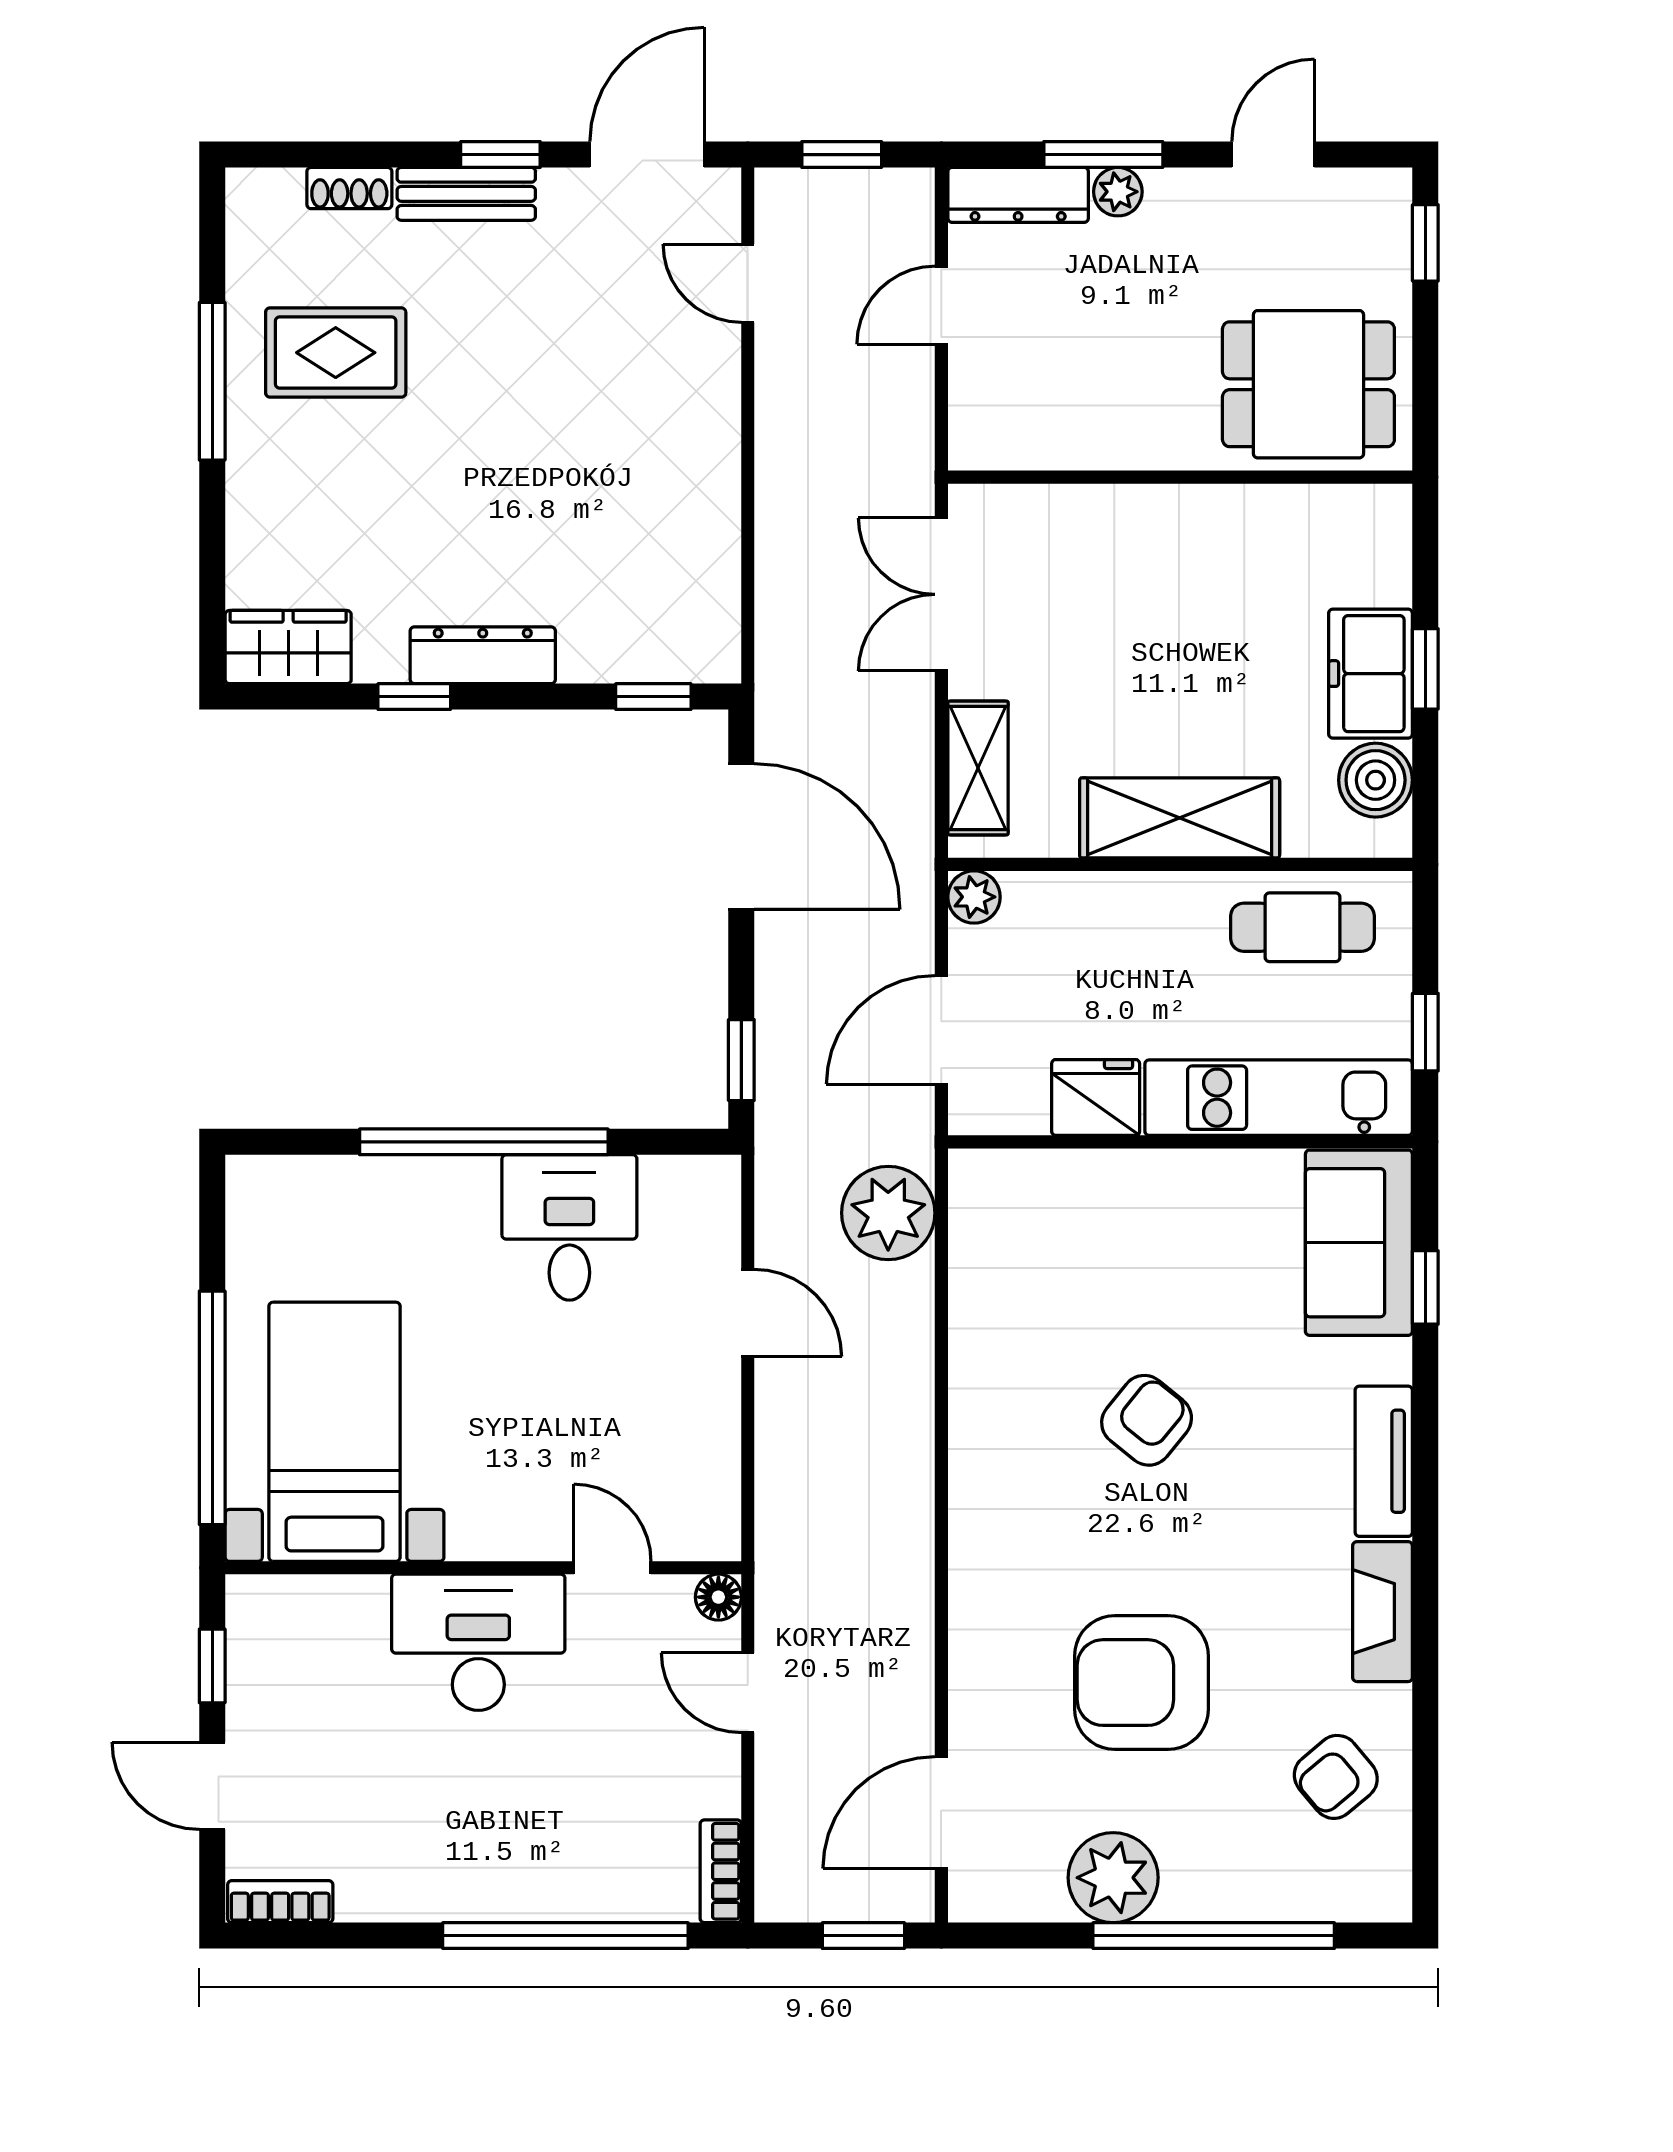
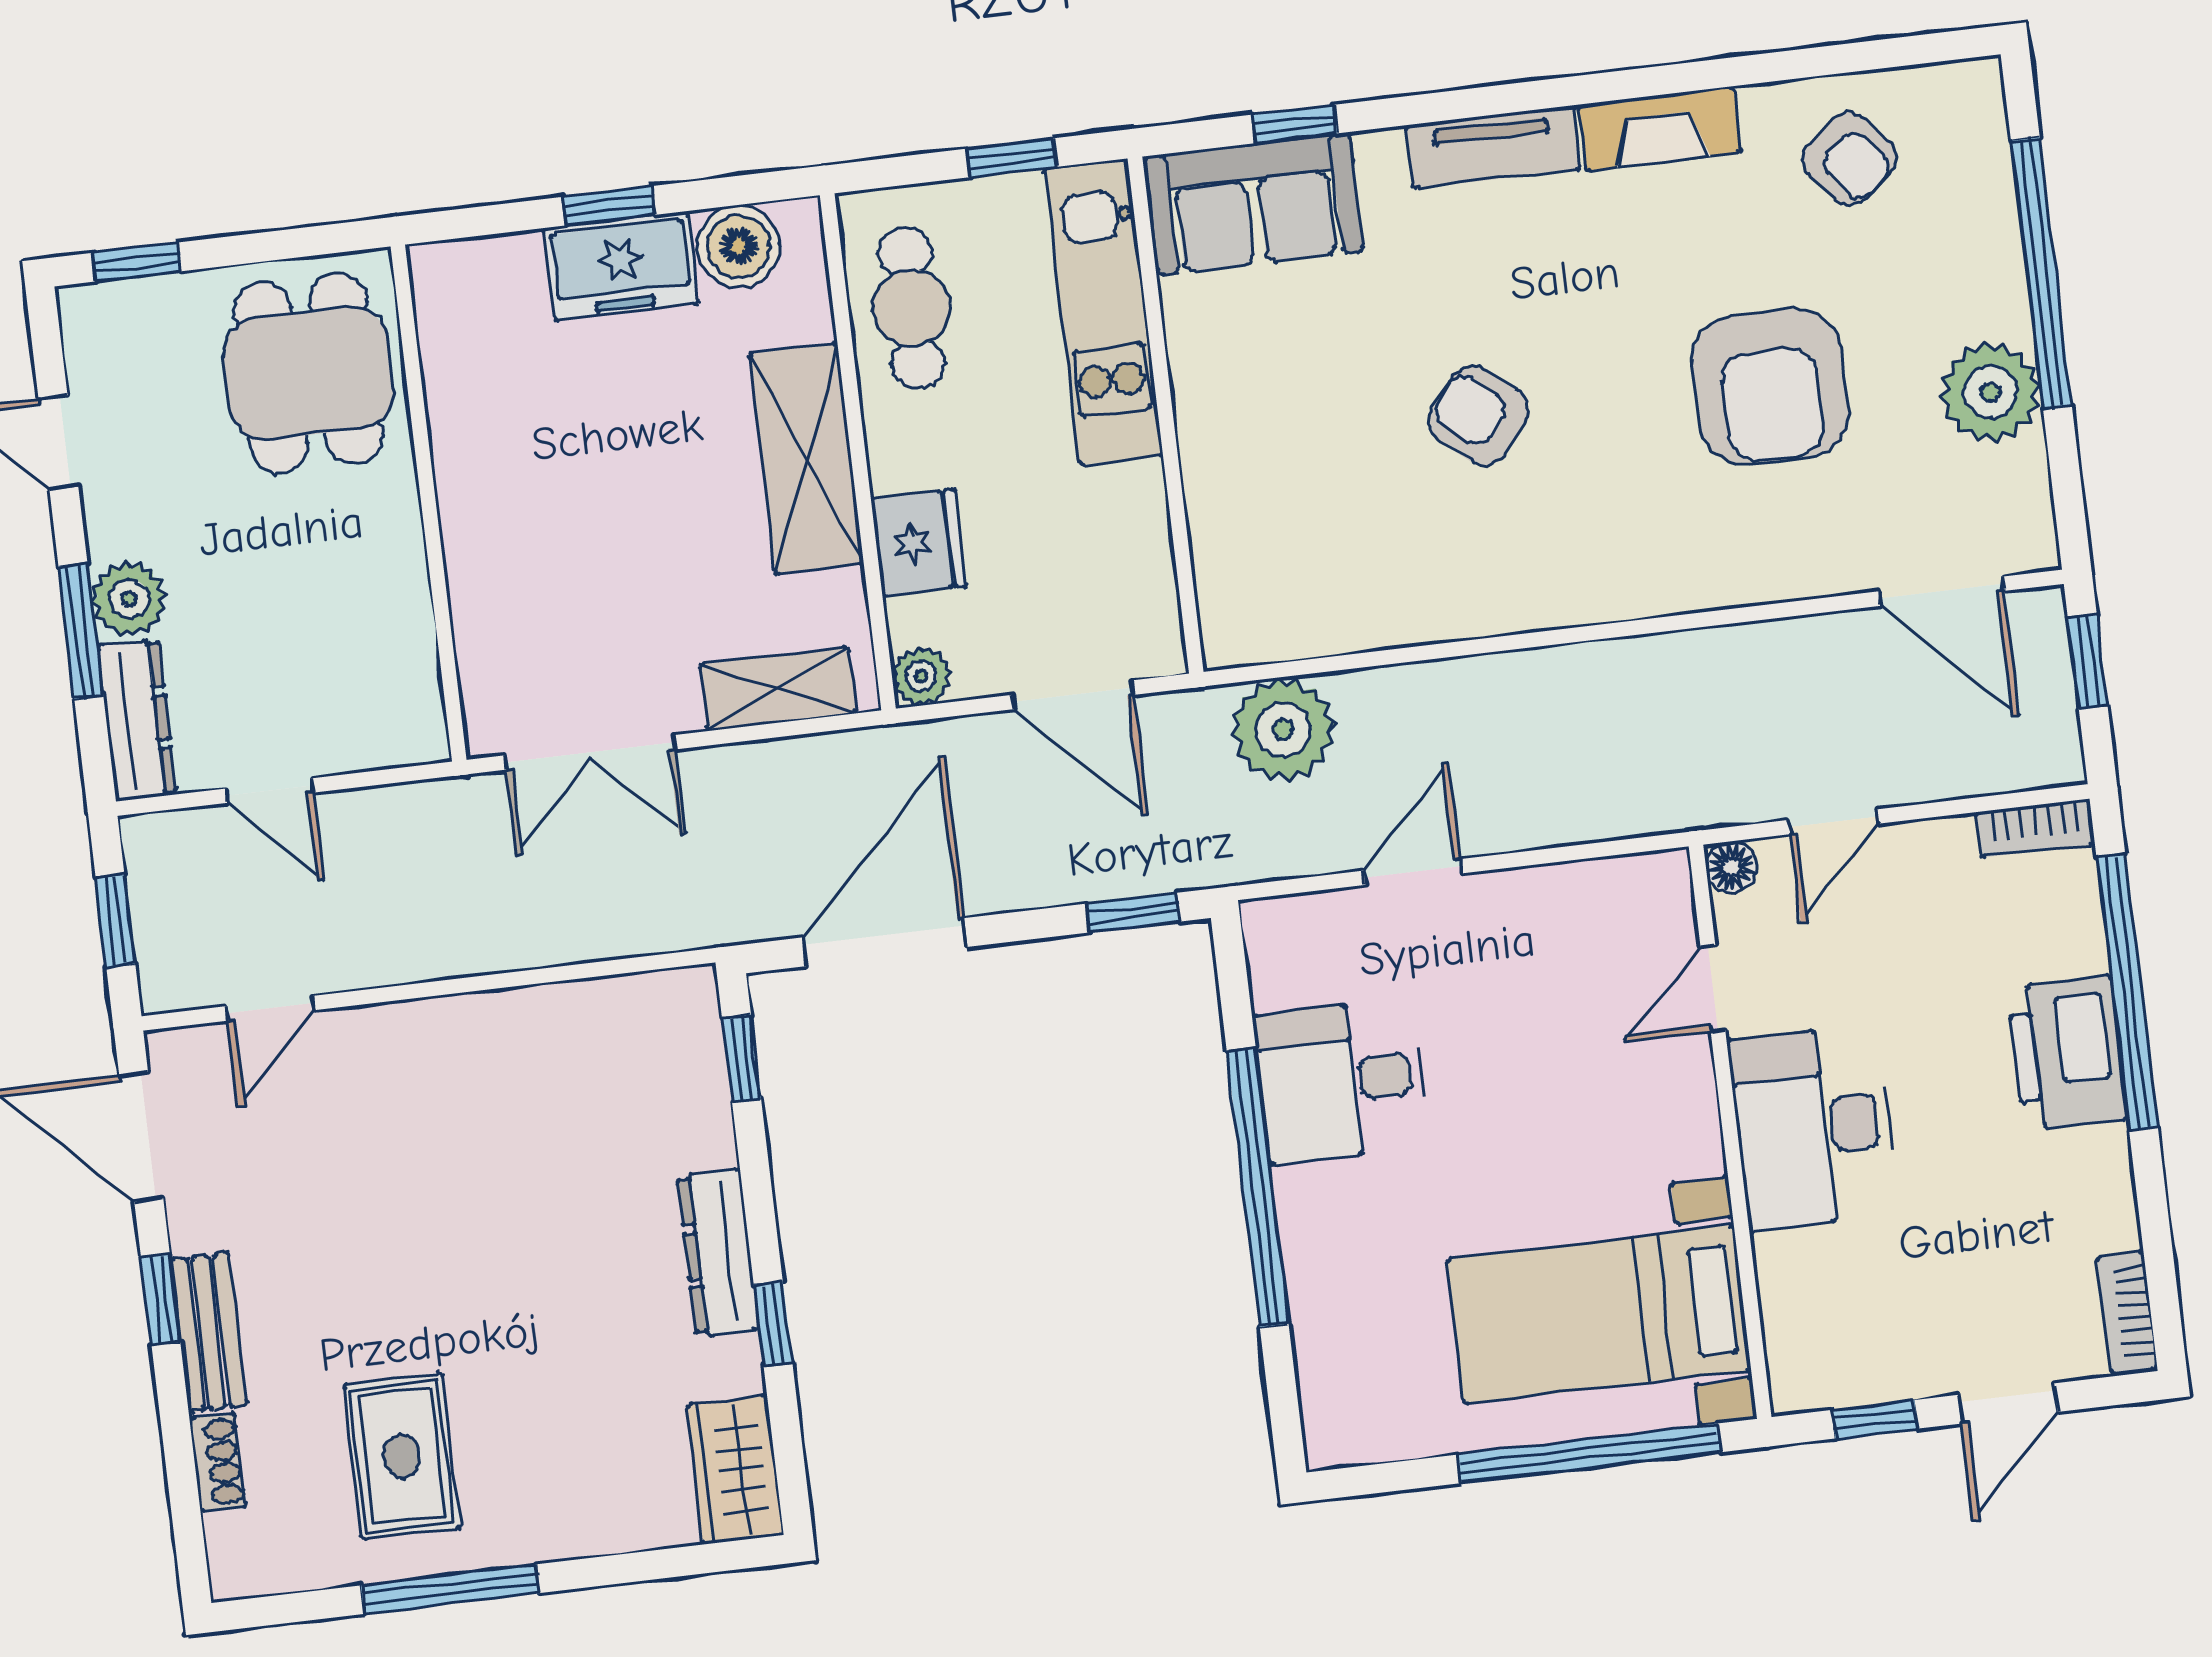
plant: (1118, 192) -> (129, 599), width x1.38, depth x1.38
fridge: (1096, 1097) -> (919, 543), moved, turned 180
printer: (518, 1876) -> (2067, 1053), added

